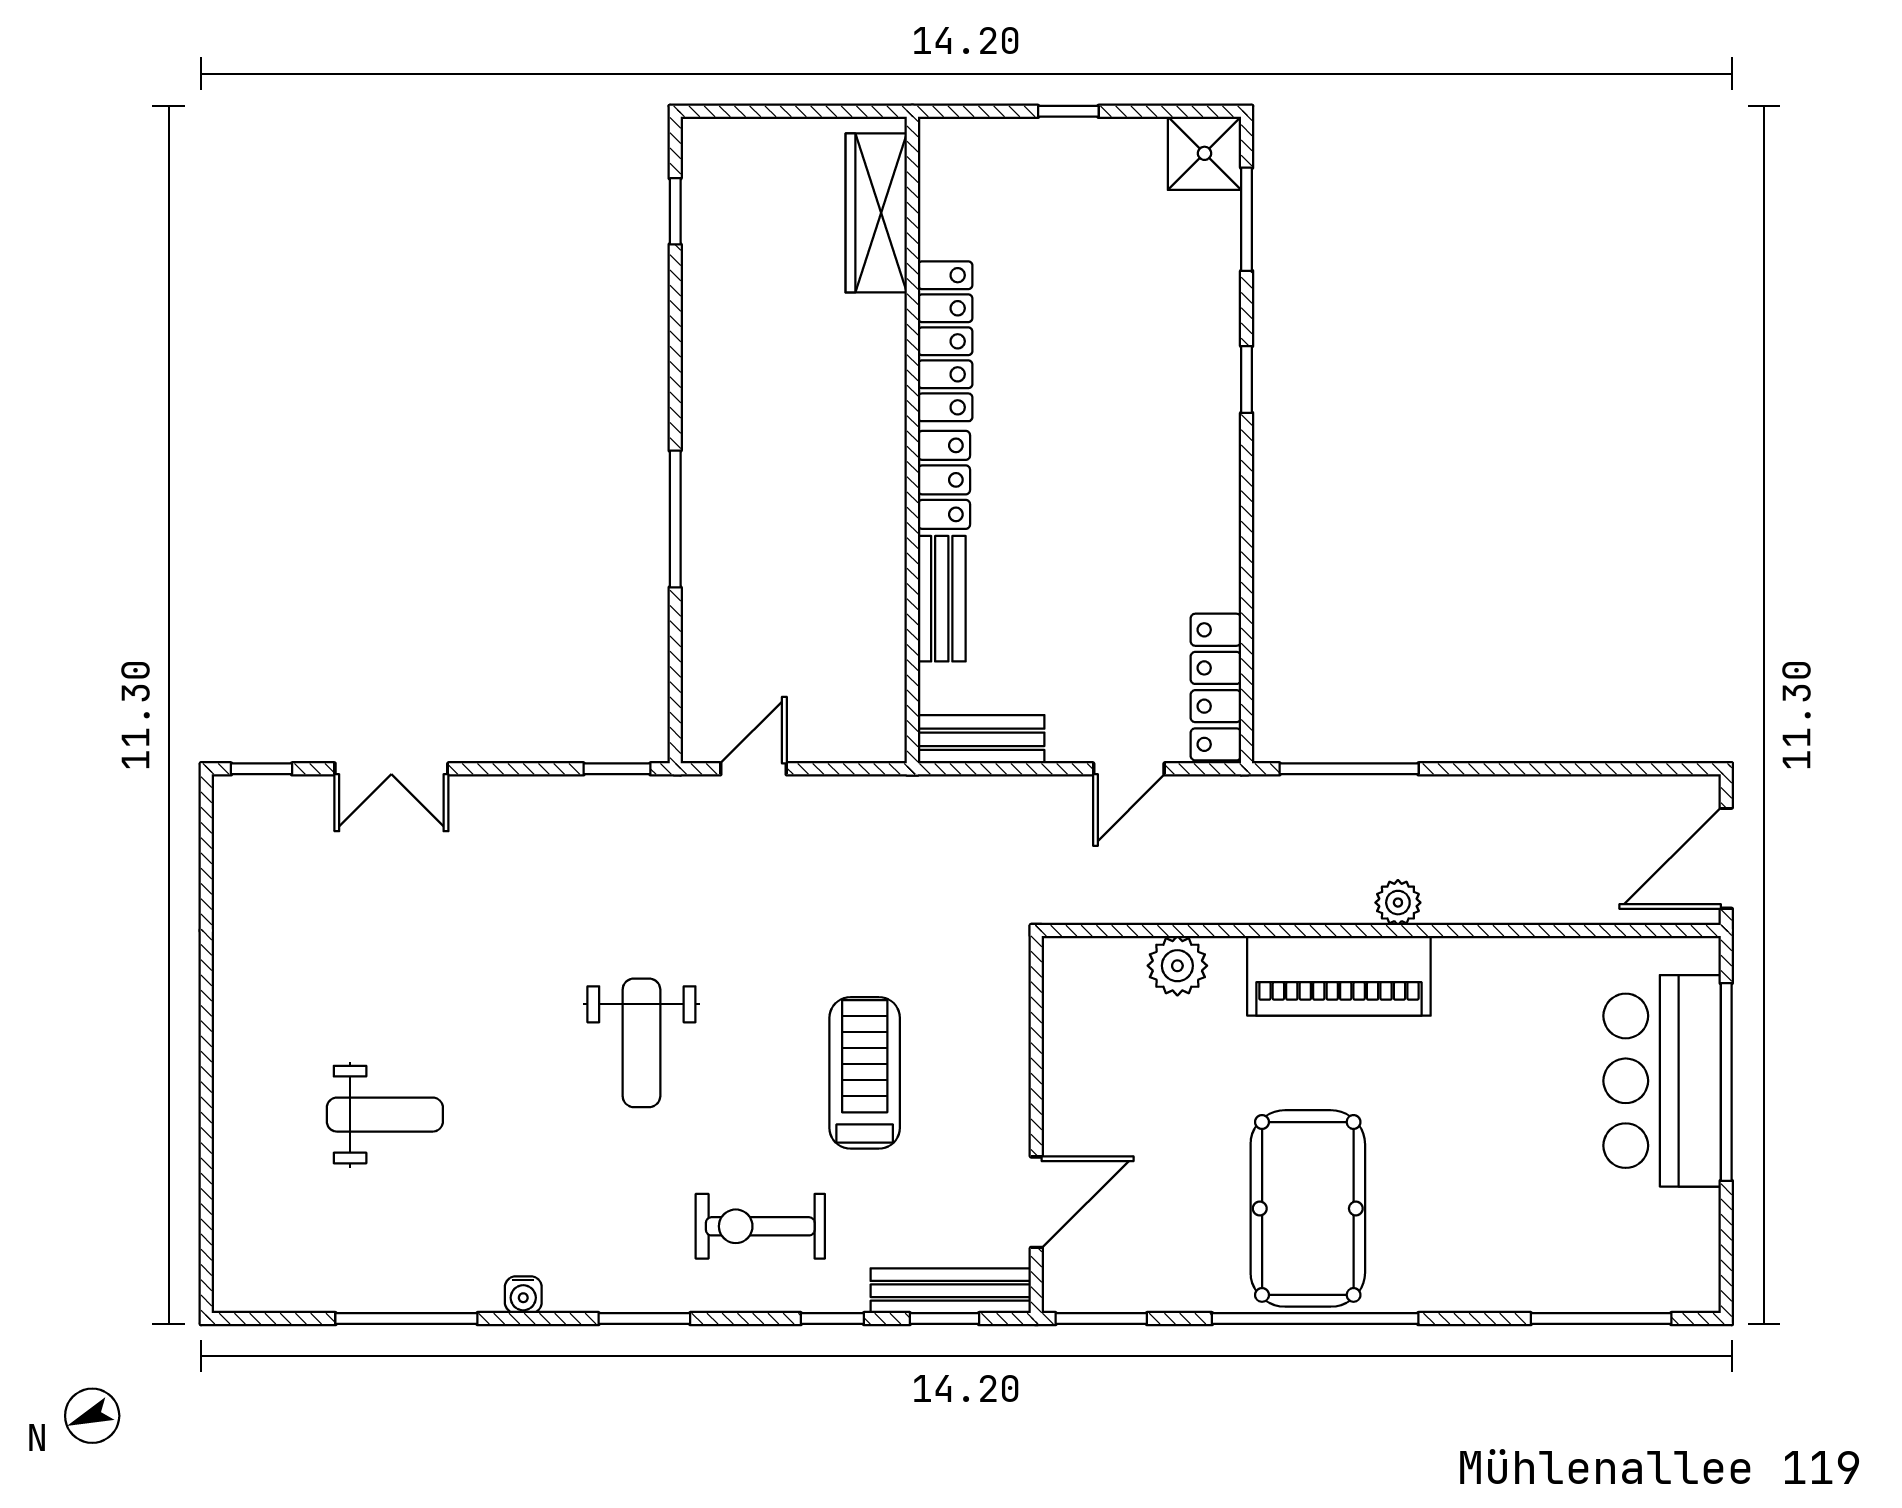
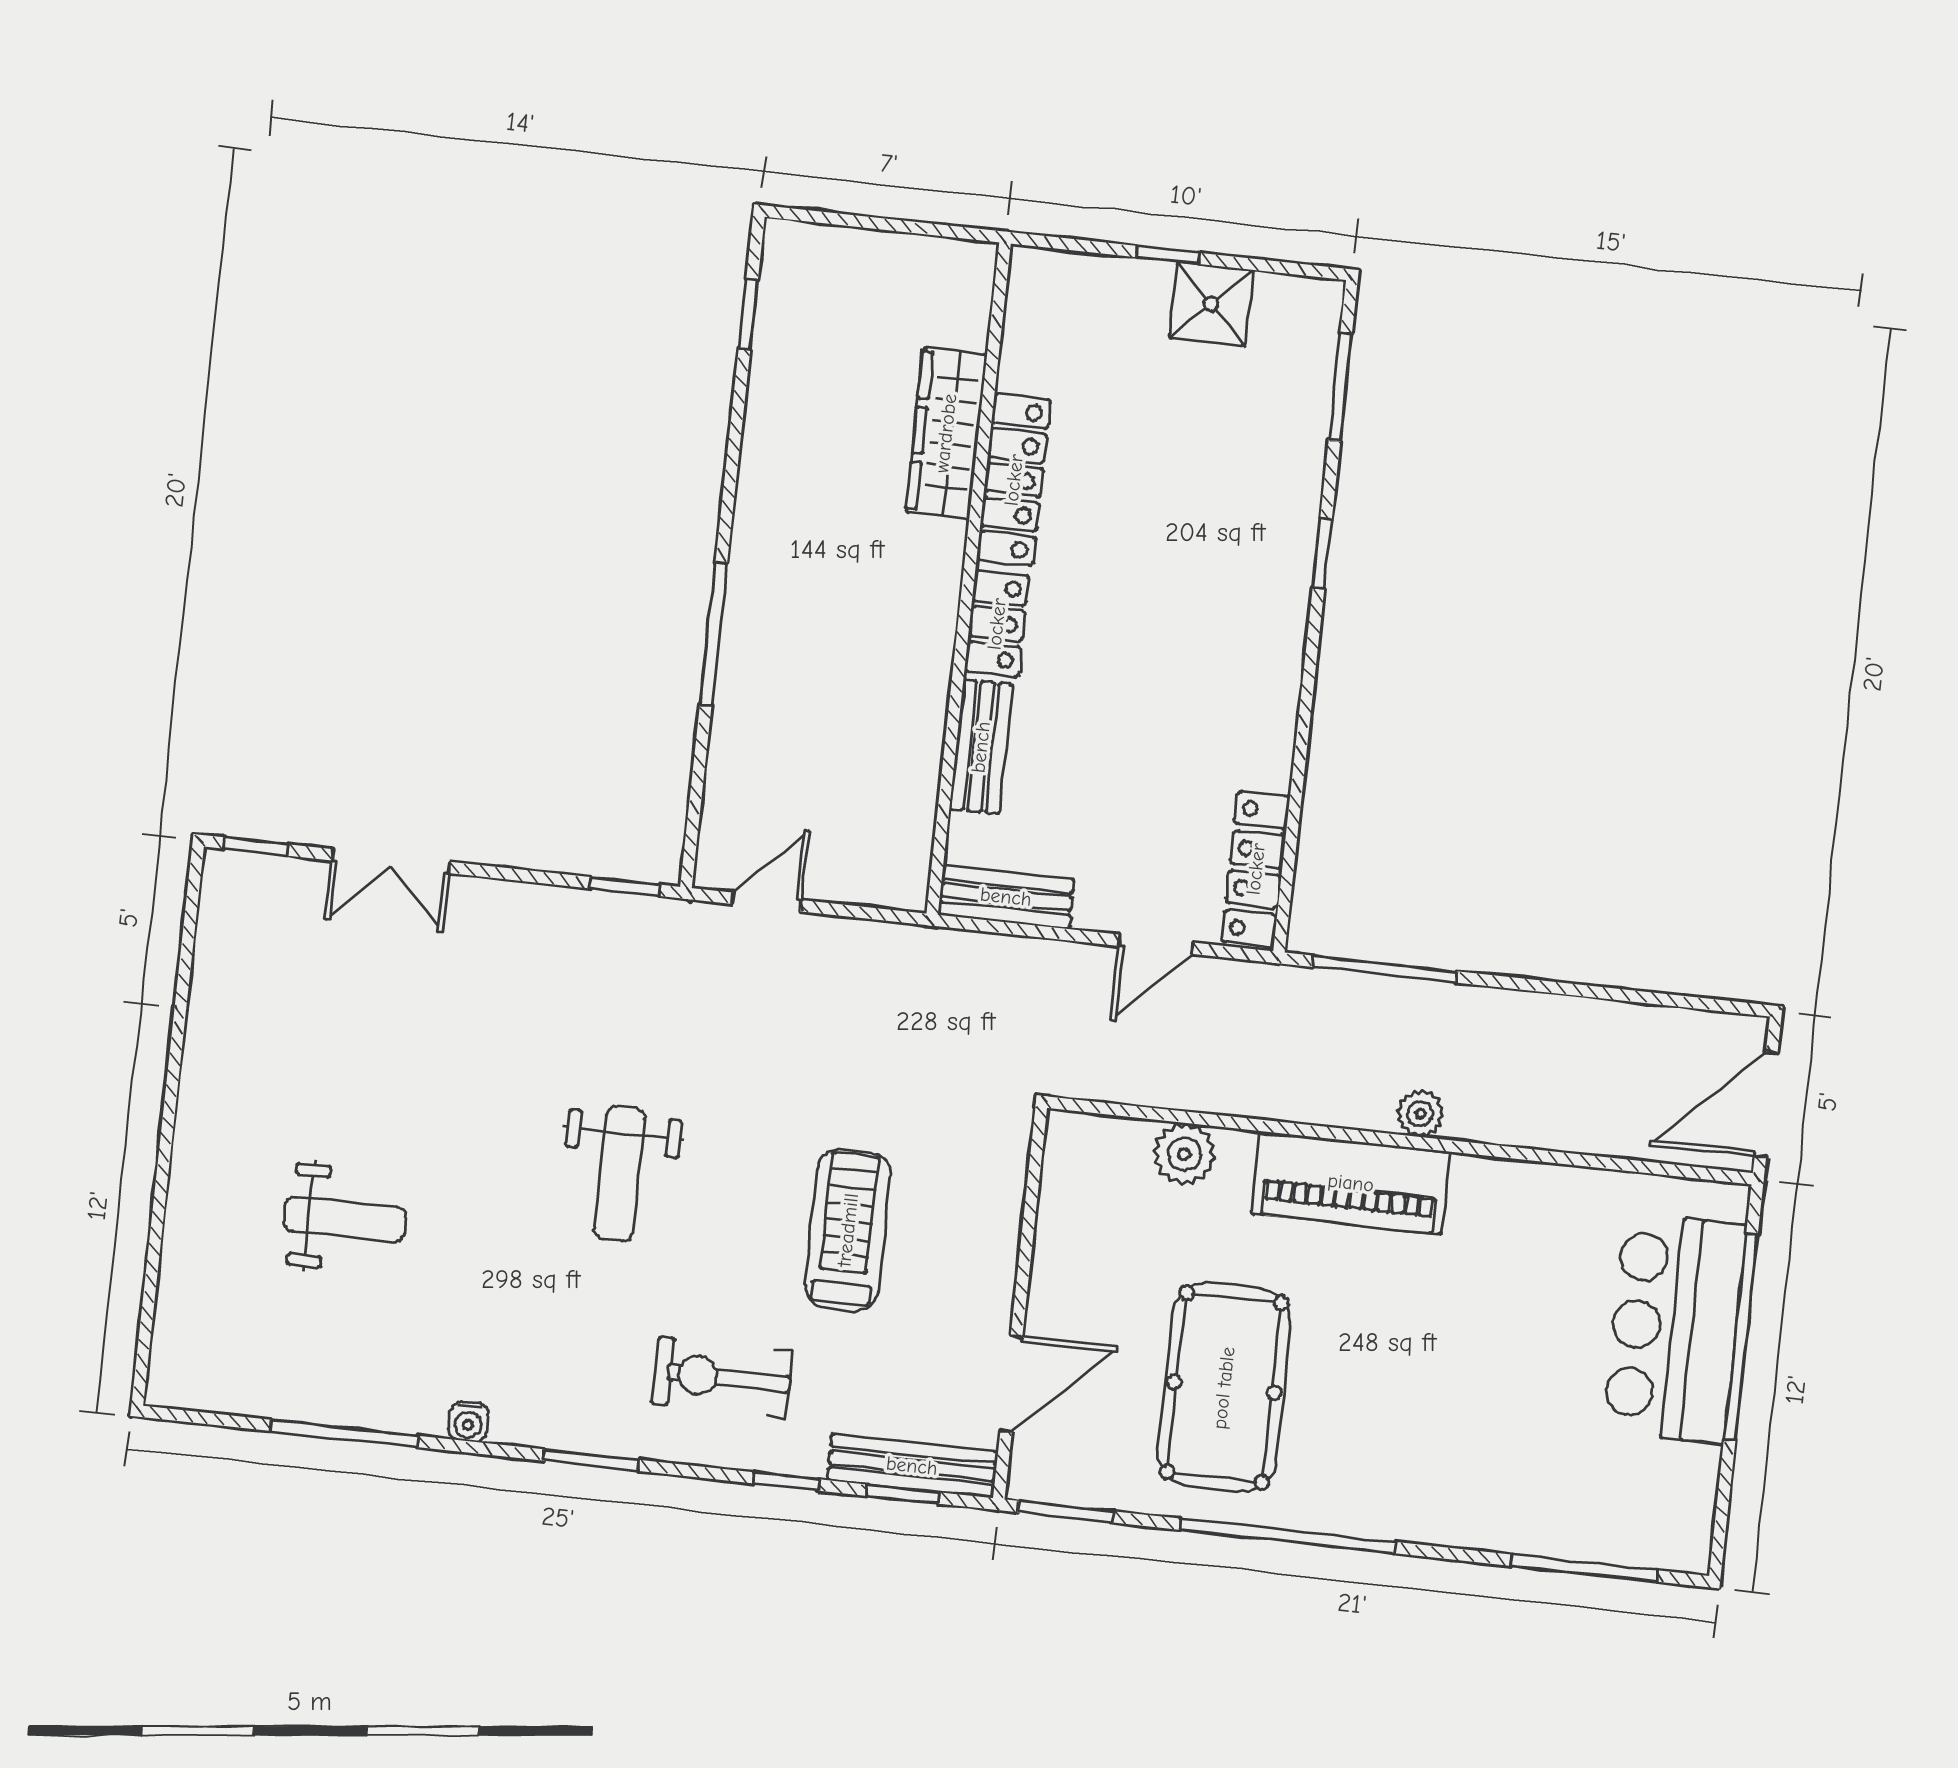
shower: (1205, 153) -> (1211, 304), moved
wardrobe: (876, 213) -> (946, 433), moved
pool table: (1308, 1208) -> (1224, 1388), moved

